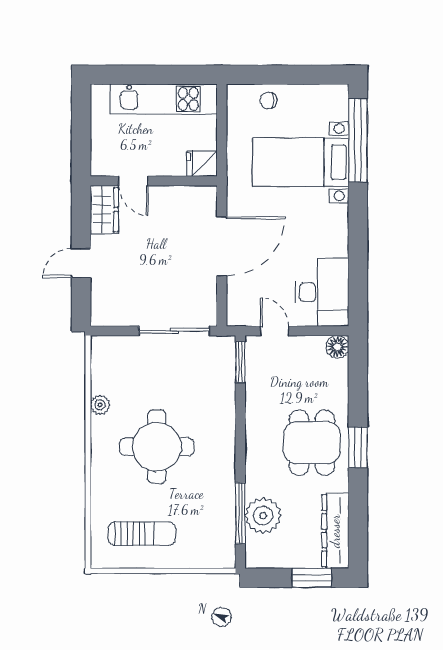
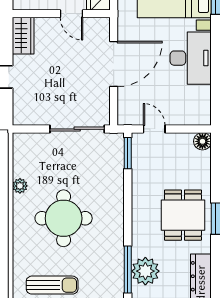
door: (133, 181) -> (72, 14), moved
desk: (322, 292) -> (191, 58), moved

